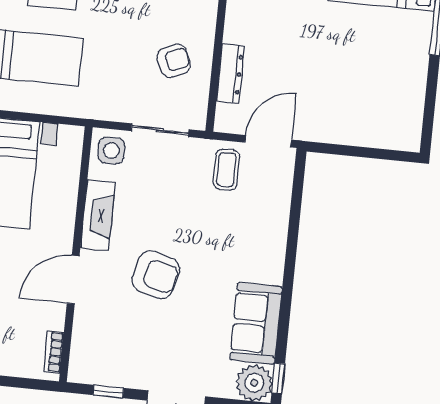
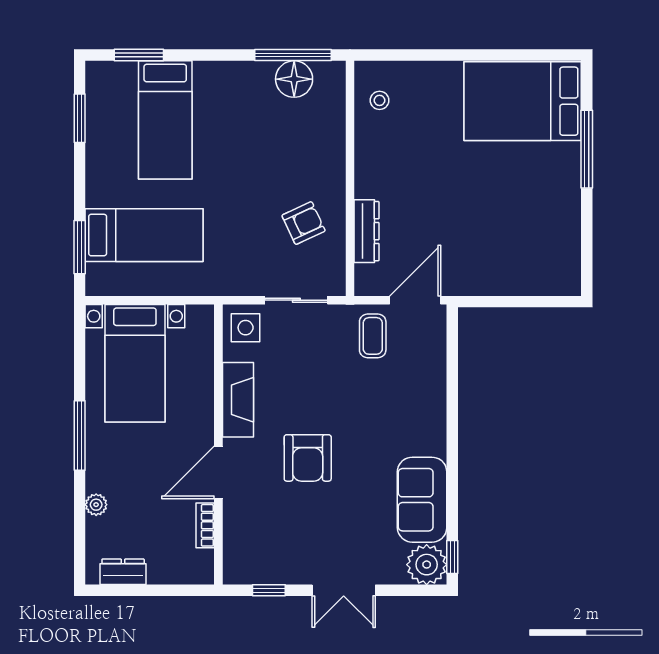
armchair: (156, 275) -> (308, 458), turned 76
bookcase: (54, 352) -> (205, 525), moved

